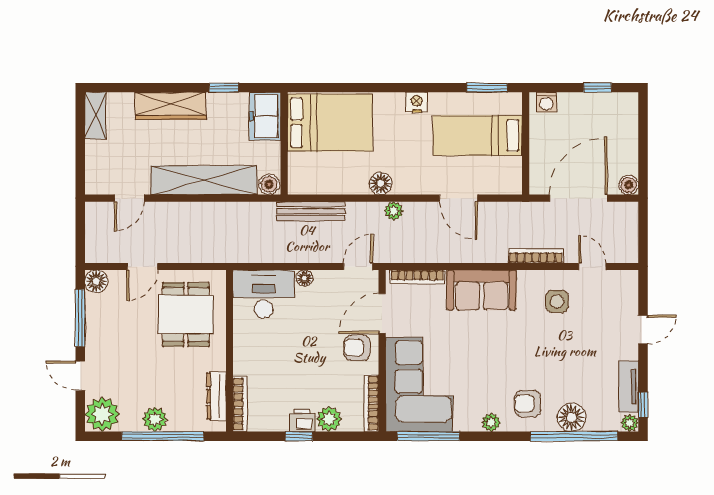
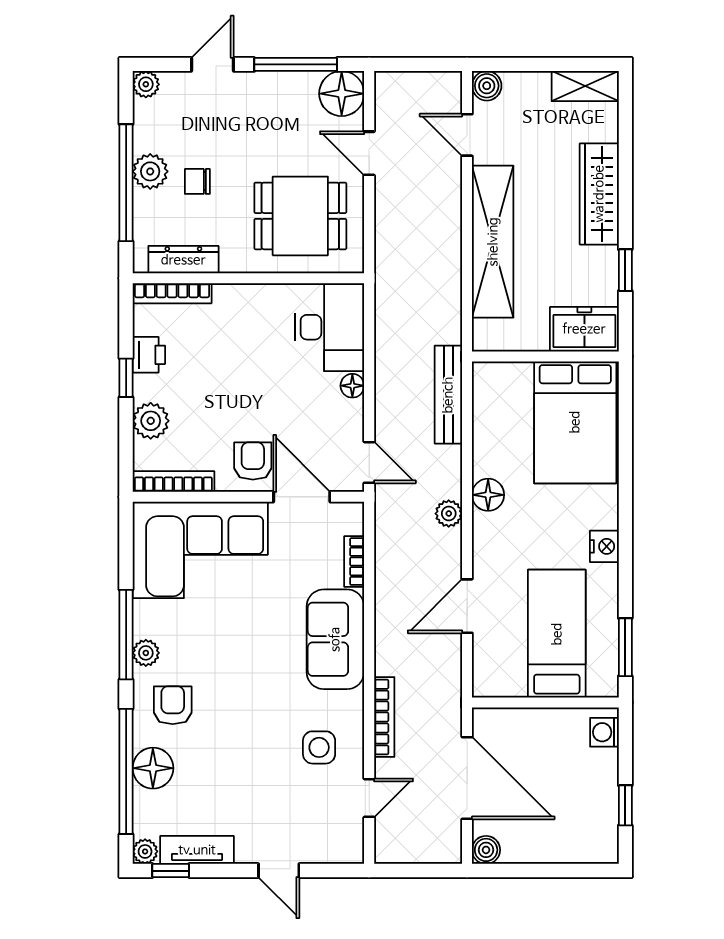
boiler: (269, 184) -> (487, 86), moved
bookcase: (417, 277) -> (354, 562), width x0.64
floor lamp: (96, 281) -> (342, 94), width x1.38, depth x1.38
chair: (162, 386) -> (197, 181), added
plant: (102, 414) -> (146, 84), width x0.53, depth x0.53
printer: (302, 420) -> (149, 355), moved
window: (428, 436) -> (126, 635), moved

